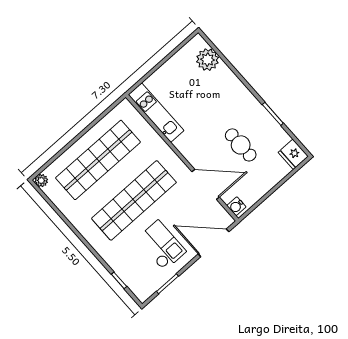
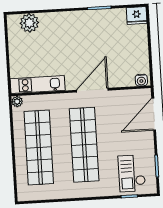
cafe table: (241, 145) -> (103, 45), removed
plant: (41, 181) -> (17, 102), moved
door: (206, 184) -> (92, 90), moved
checkout: (161, 245) -> (132, 173), moved, turned -90

